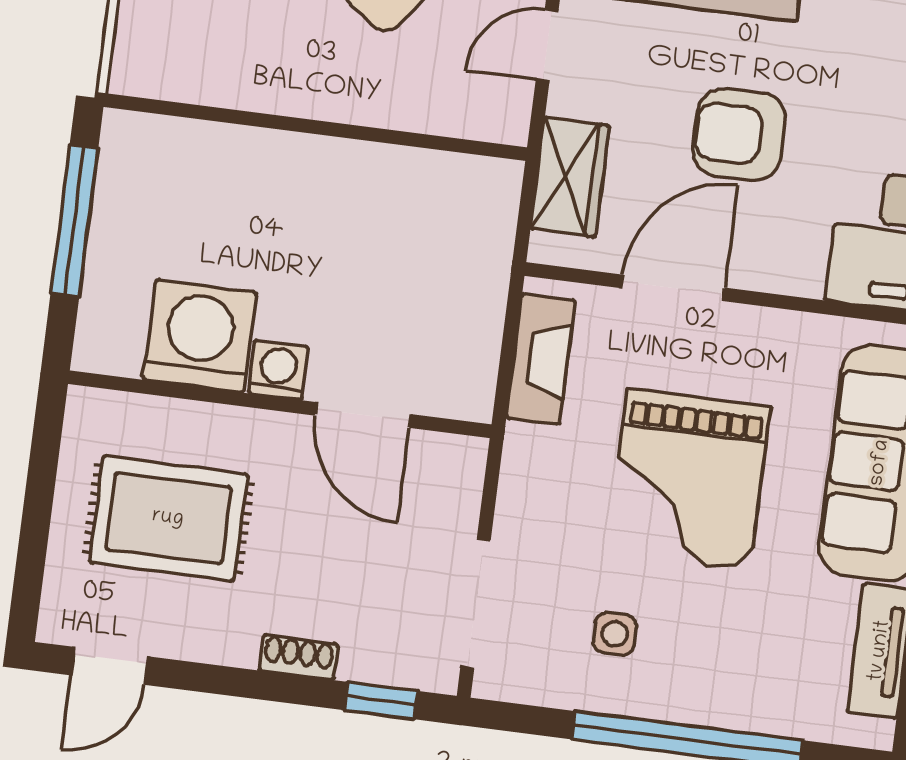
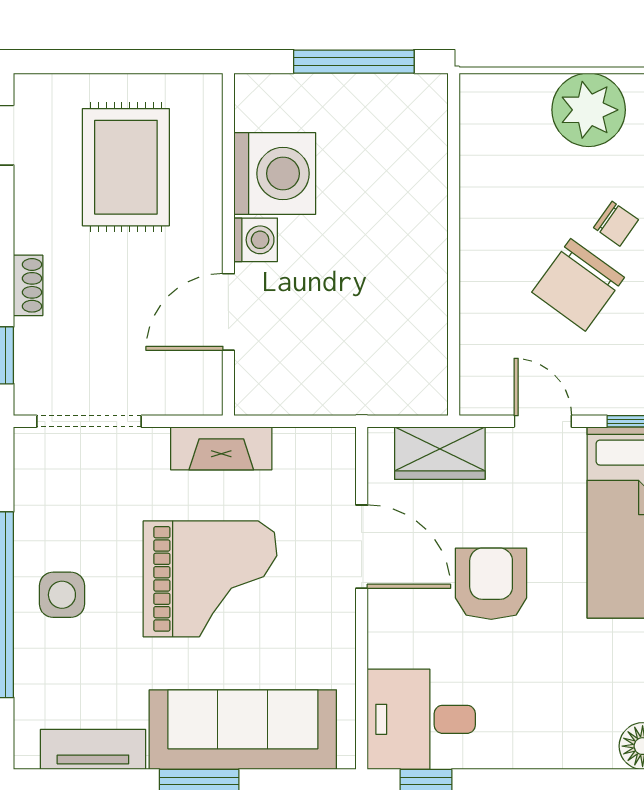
fireplace: (541, 359) -> (221, 448), moved
grand piano: (689, 480) -> (210, 579), turned 180
side table: (615, 634) -> (62, 595), moved, width x1.37, depth x1.37

